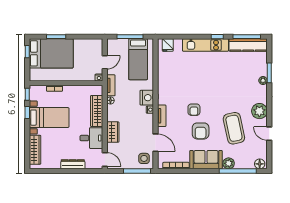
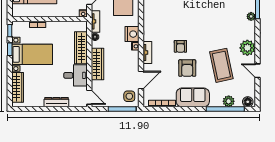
wardrobe: (113, 132) -> (97, 64), width x1.50
door: (155, 143) -> (141, 80), hinge flipped
plant: (229, 163) -> (229, 101), moved

